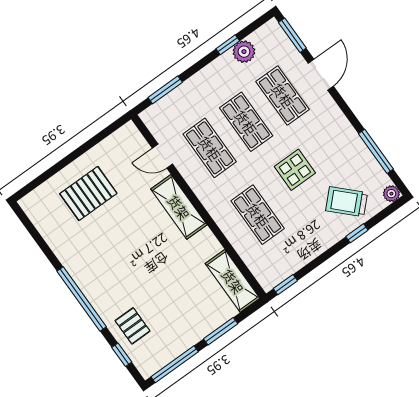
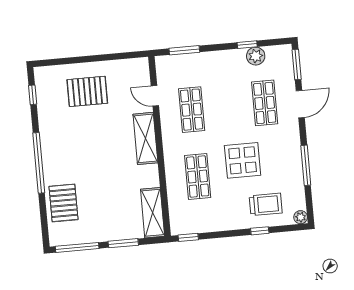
shop shelf: (246, 122) -> (228, 106), removed
window: (376, 151) -> (306, 165), moved
display table: (295, 170) -> (243, 160), width x1.36, depth x1.36
trolley: (347, 202) -> (266, 204), turned 135
pallet: (133, 326) -> (63, 203), width x1.50, depth x1.42
window: (122, 355) -> (33, 95), moved

